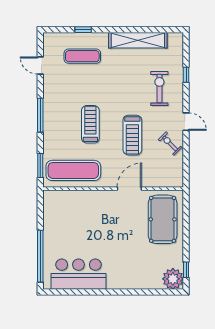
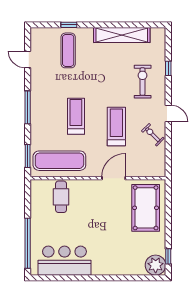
exercise mat: (82, 56) -> (68, 50), turned 90
treadmill: (132, 135) -> (116, 127), turned 180
cafe table: (75, 208) -> (61, 197), added

